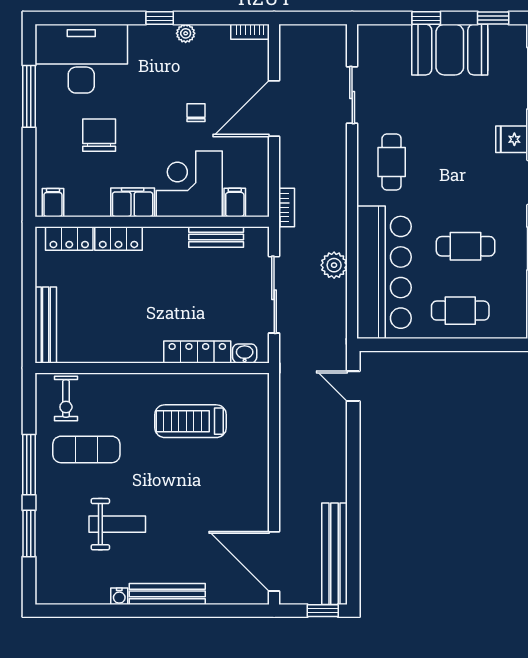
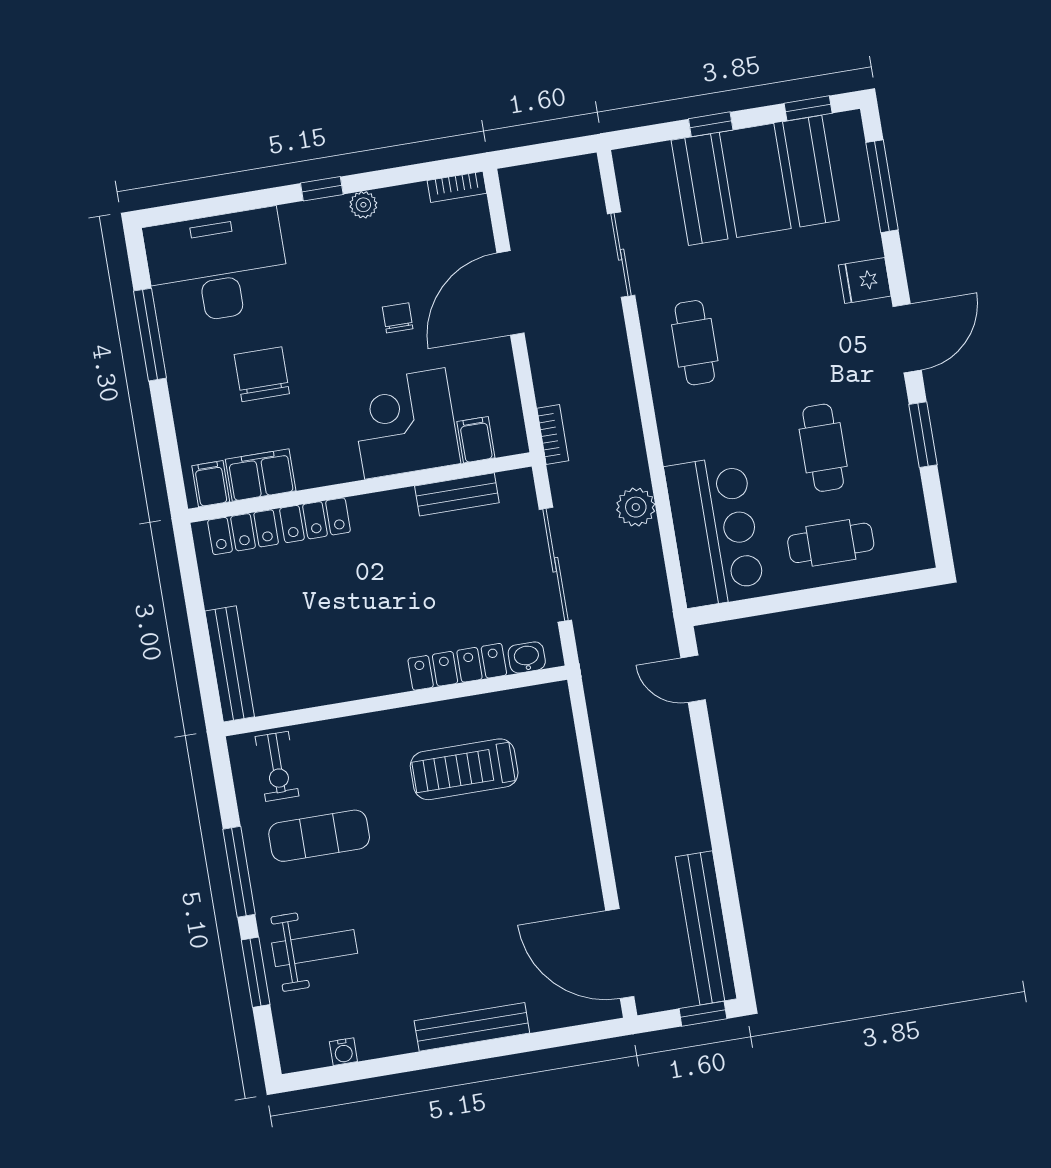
booth: (450, 50) -> (755, 180), width x1.36, depth x1.42
filing cabinet: (133, 202) -> (261, 475), moved
cafe table: (466, 246) -> (823, 448), turned 90
bar counter: (384, 272) -> (715, 531), width x0.73
weight bench: (117, 524) -> (315, 948), moved
water cooler: (119, 596) -> (343, 1052), moved

